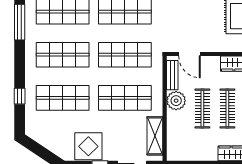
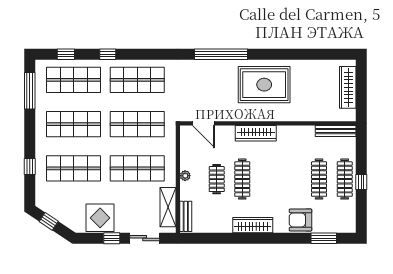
bench: (172, 75) -> (186, 216), moved
plant: (176, 101) -> (185, 176), width x0.53, depth x0.53
clothes rail: (202, 108) -> (217, 179), width x0.73
window: (38, 150) -> (49, 221), added

